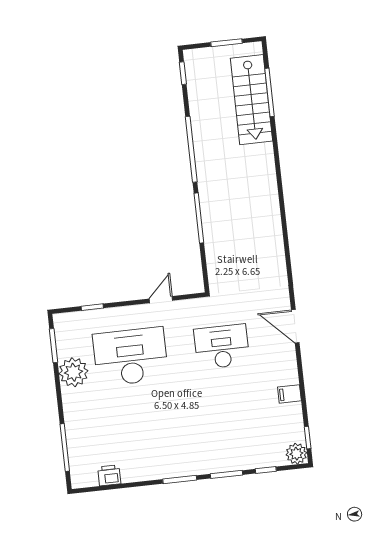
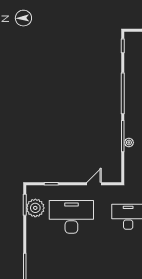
plant: (210, 227) -> (129, 142), added
plant: (73, 372) -> (35, 208), moved

